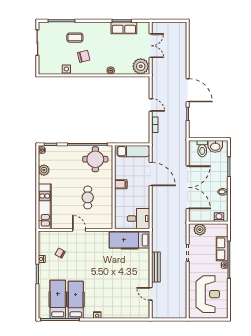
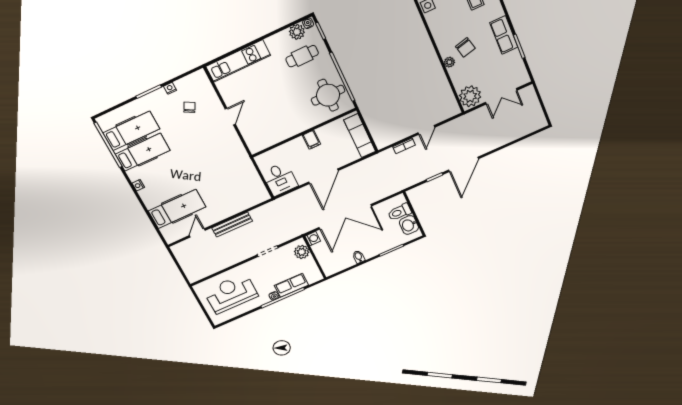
row of seats: (124, 28) -> (504, 35), moved
chair: (84, 56) -> (465, 47), moved
plant: (44, 170) -> (297, 32), moved
door: (151, 174) -> (323, 176), moved
cafe table: (88, 197) -> (302, 56), moved
washing machine: (219, 217) -> (313, 239), moved
hospital bed: (129, 240) -> (177, 209), moved, turned 90
reception desk: (208, 294) -> (231, 293), turned 180

